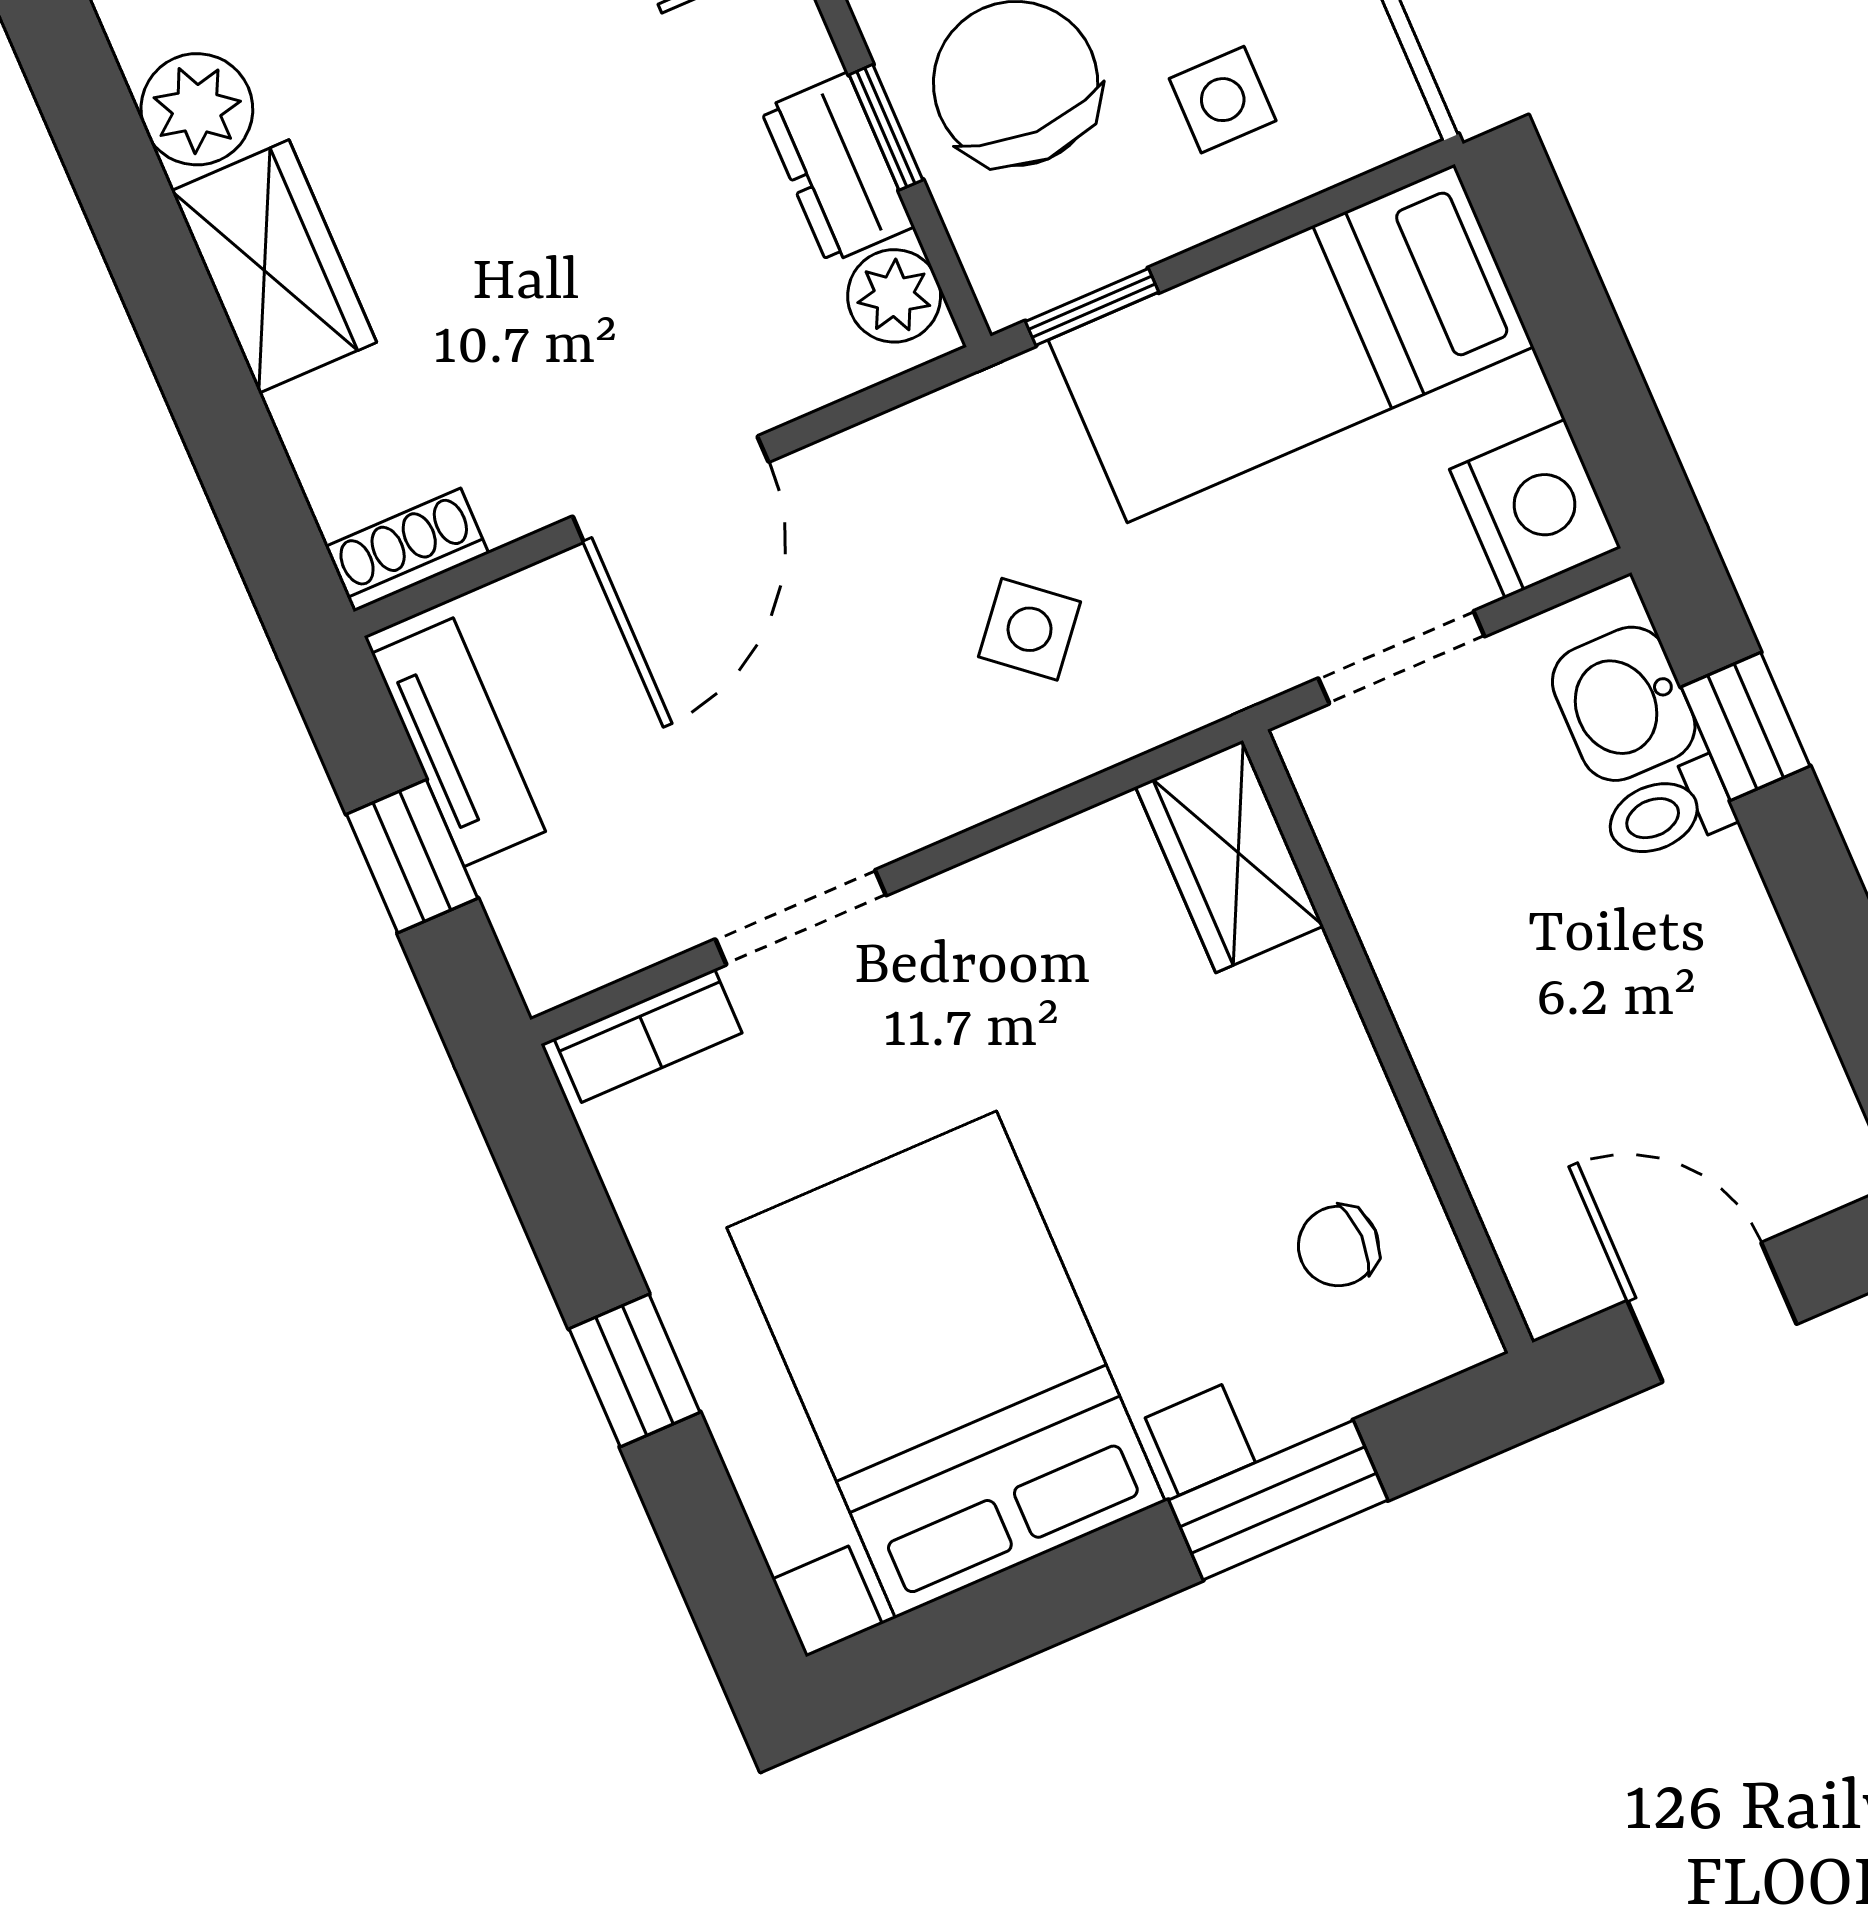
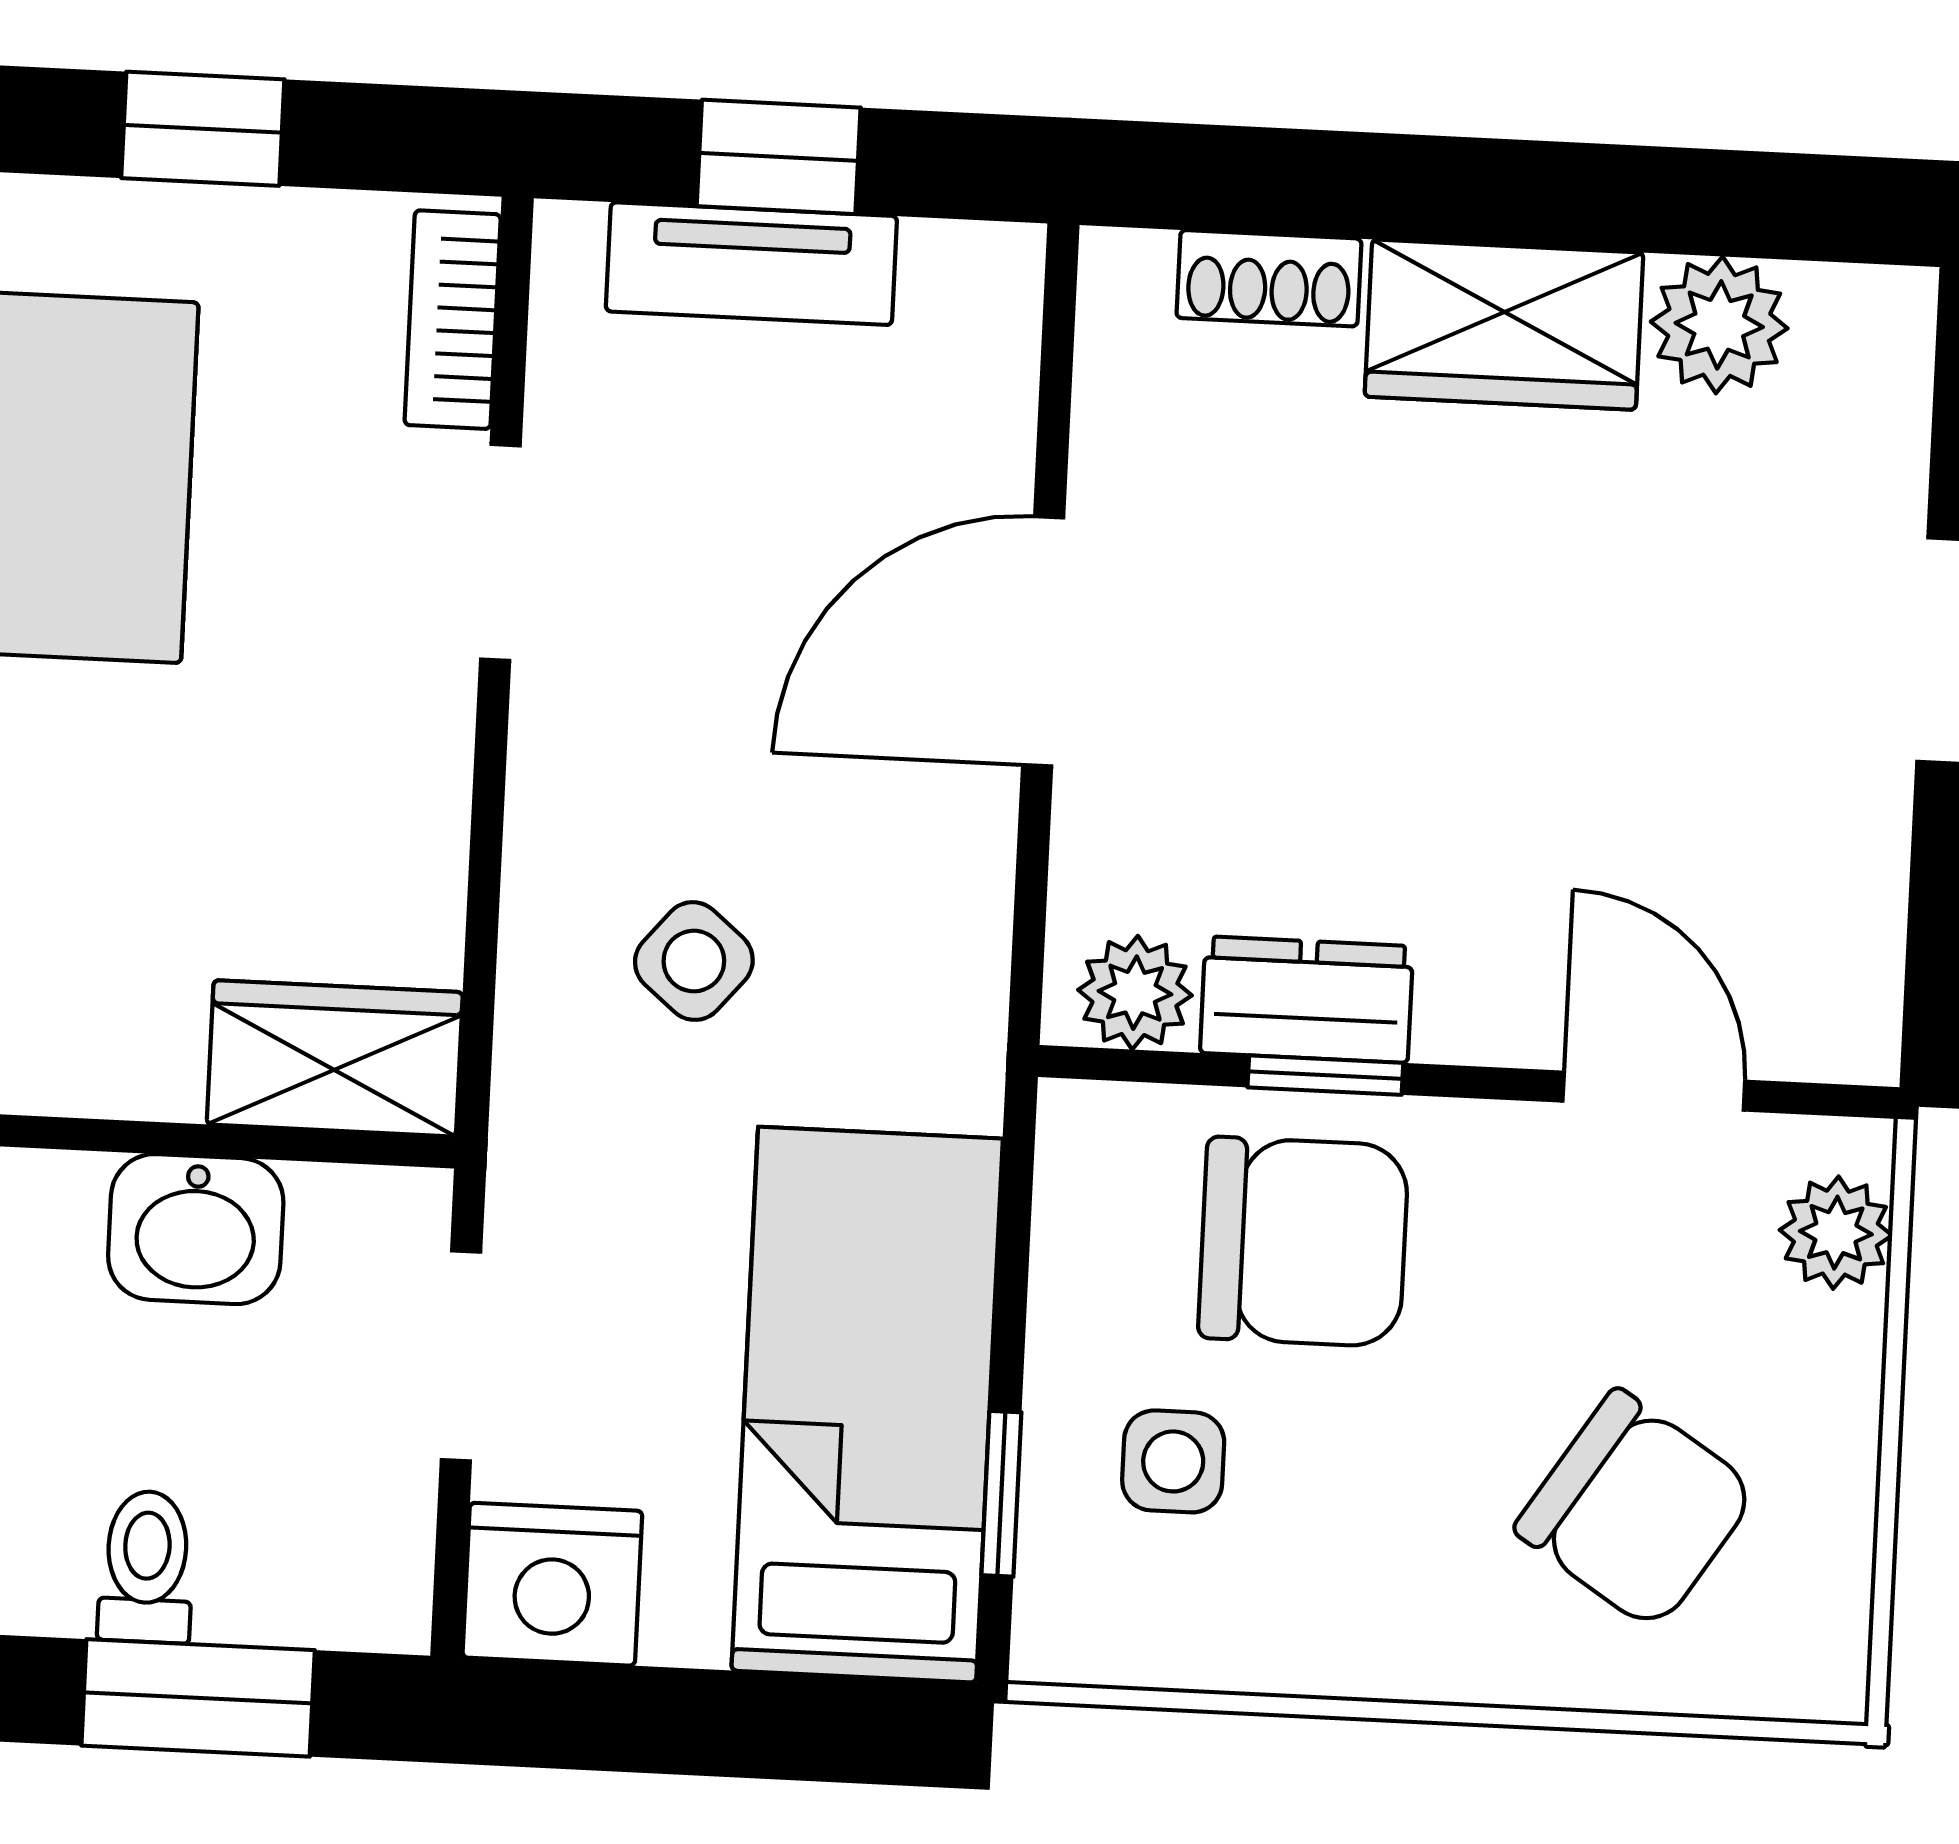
window: (1092, 307) -> (1001, 1494), moved
door: (671, 489) -> (1043, 641), hinge flipped
shoe rack: (407, 550) -> (1269, 278), moved, turned 90
washbasin: (1624, 704) -> (196, 1229), moved, turned 180
window: (1745, 726) -> (198, 1698), width x1.50
tv unit: (458, 742) -> (751, 264), moved
window: (635, 1371) -> (203, 129), moved

